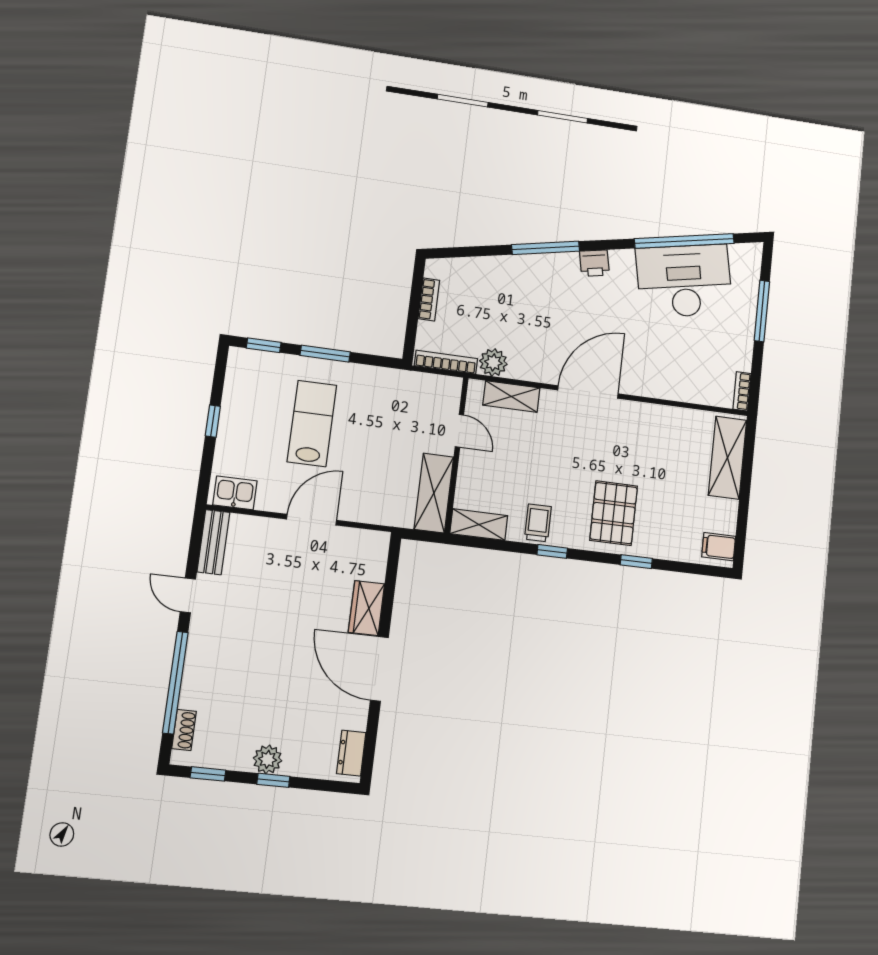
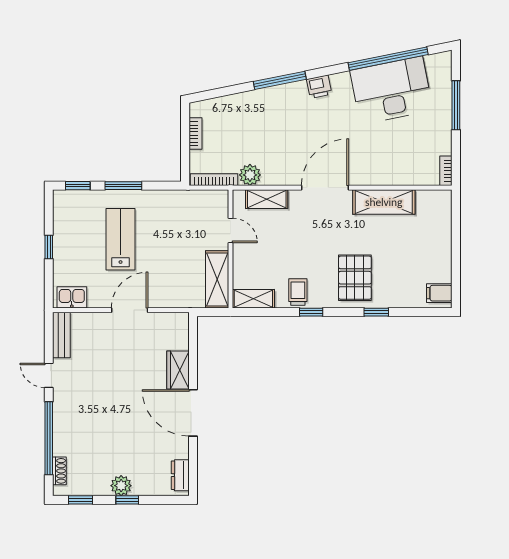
shelving: (727, 458) -> (384, 202), moved, turned 90

